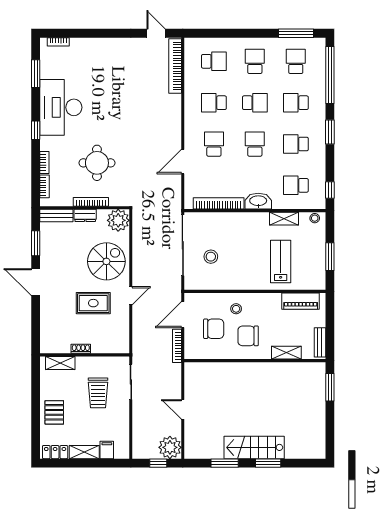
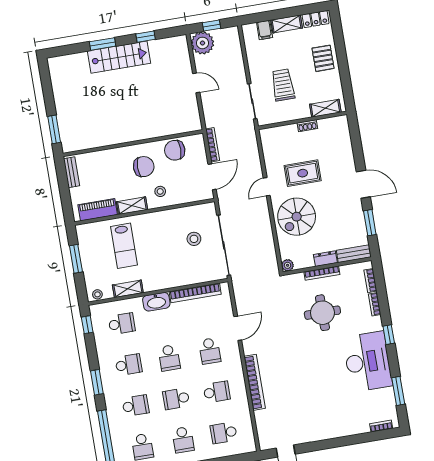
bookcase: (175, 66) -> (255, 382), moved
plant: (118, 220) -> (288, 265), width x0.53, depth x0.53
chair: (214, 329) -> (175, 150), moved
shelving: (286, 353) -> (132, 206), moved
window: (225, 463) -> (146, 37), width x0.67

